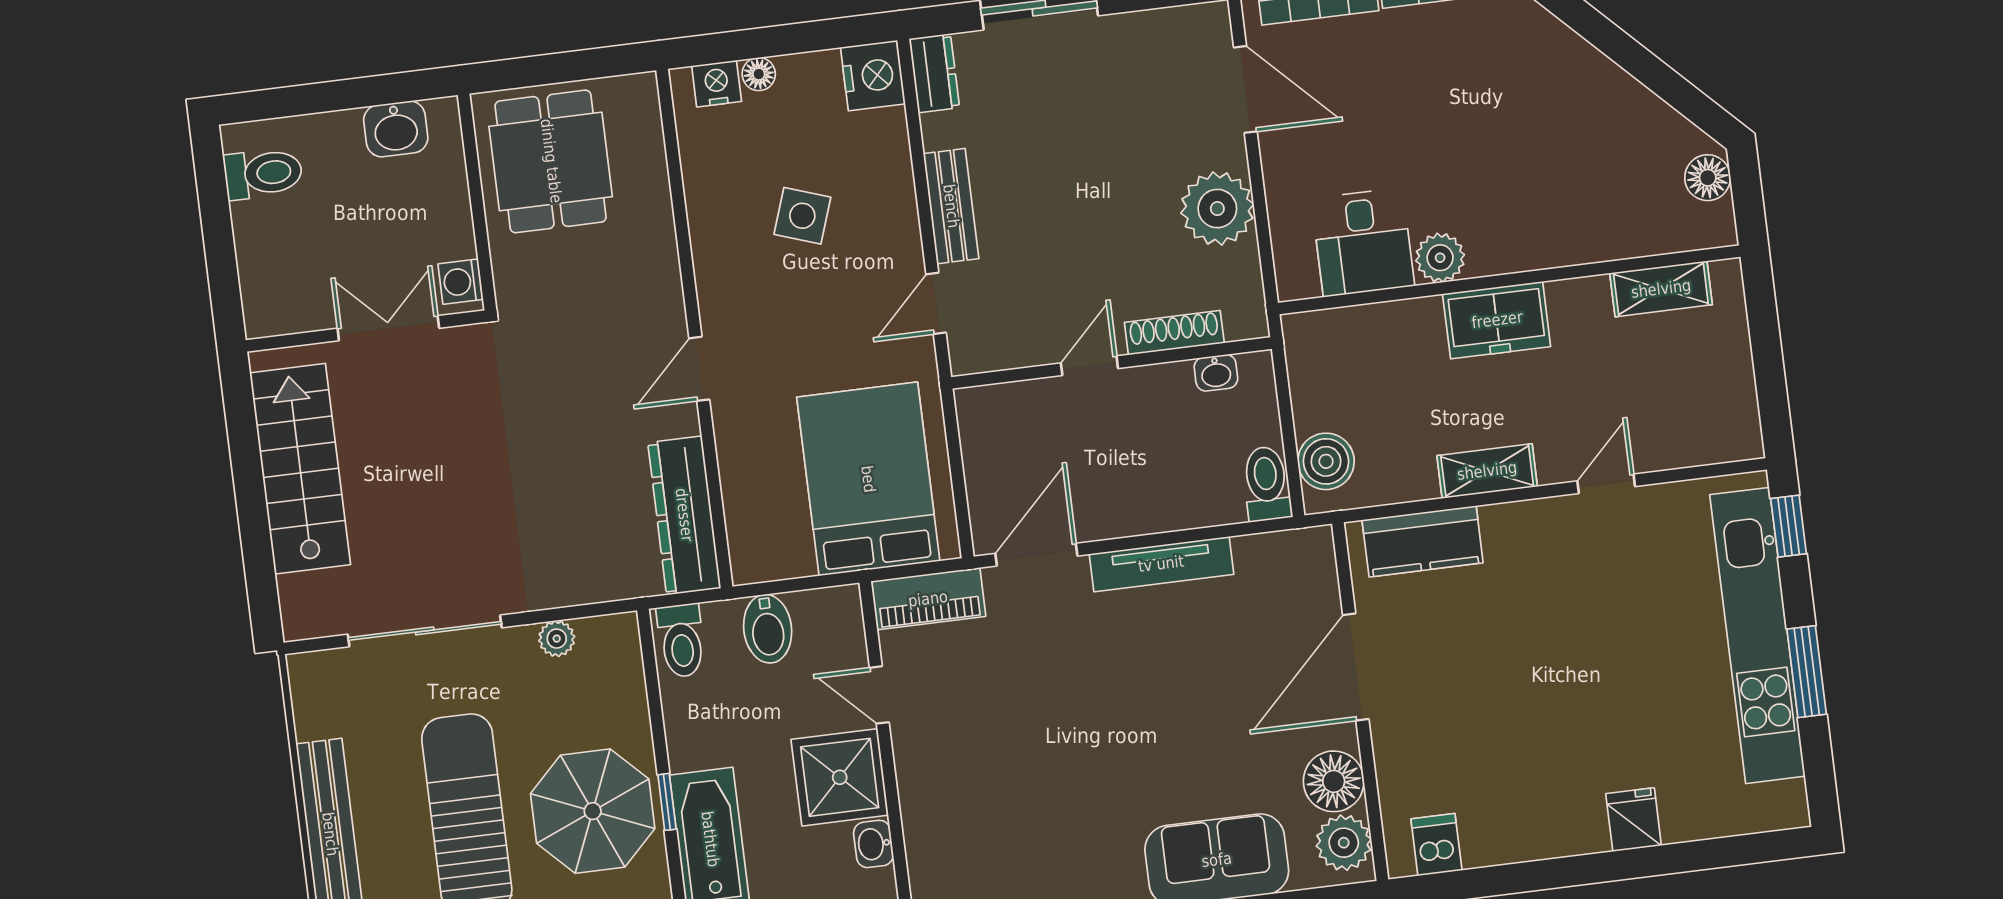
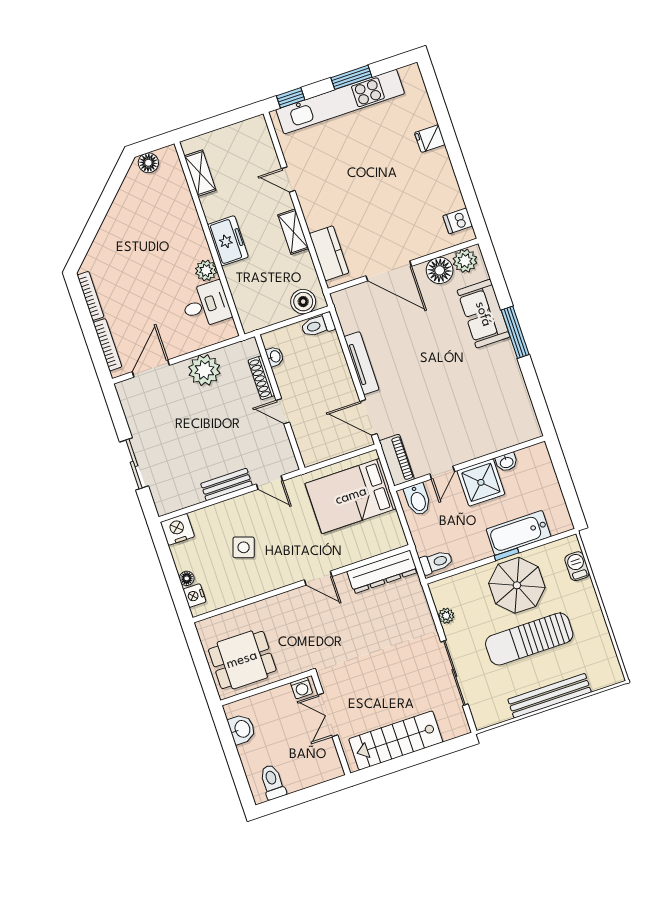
dresser: (934, 73) -> (171, 503), removed
bidet: (768, 629) -> (418, 499), moved, turned 90

